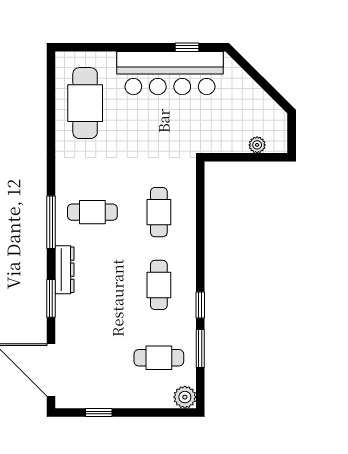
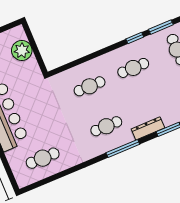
cafe table: (85, 103) -> (43, 158), width x0.73, depth x0.74
plant: (257, 145) -> (22, 50), width x1.88, depth x1.88
cafe table: (92, 212) -> (106, 126), turned 90

